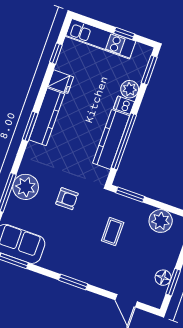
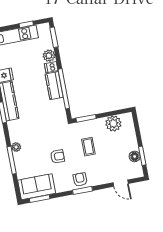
kitchen counter: (111, 139) -> (54, 86), width x0.67
plant: (26, 187) -> (16, 147), width x0.53, depth x0.53
armchair: (67, 199) -> (57, 156), moved
armchair: (78, 267) -> (80, 179), added

